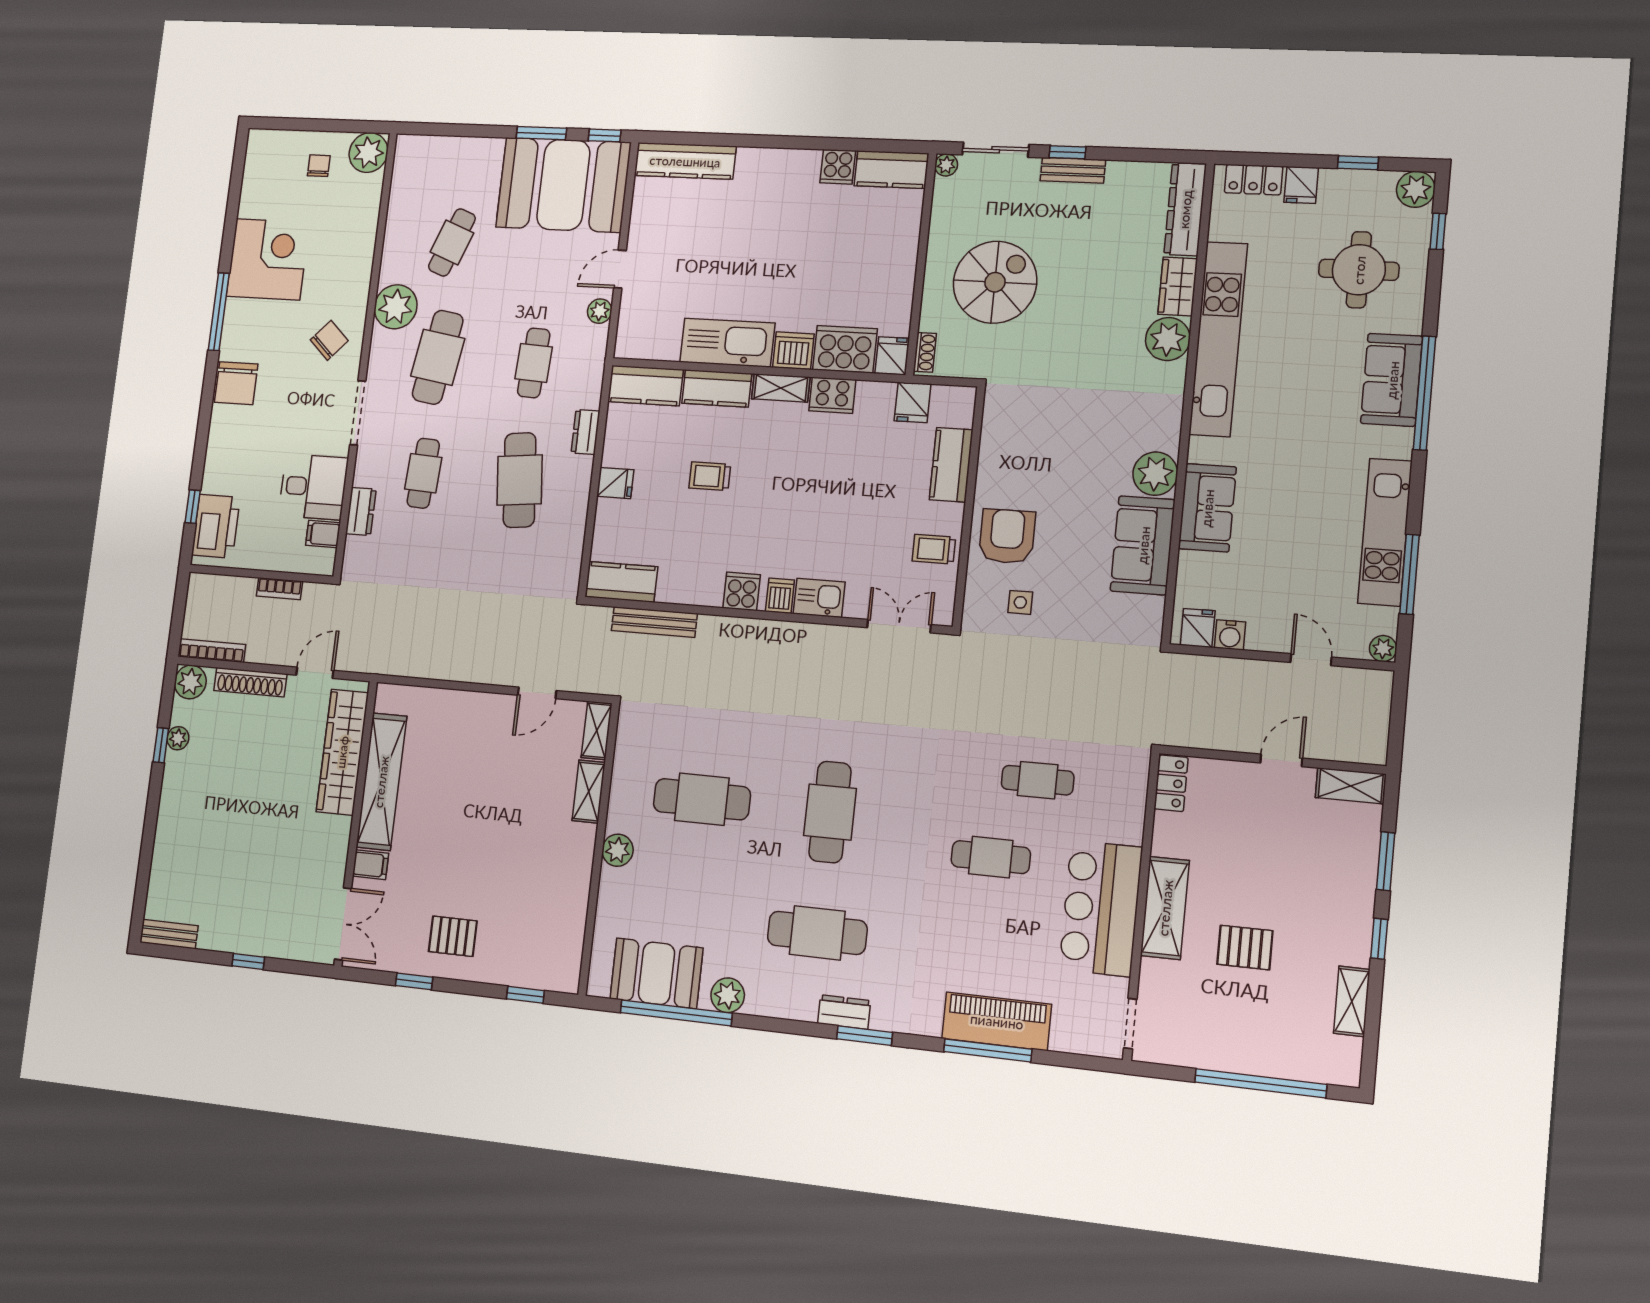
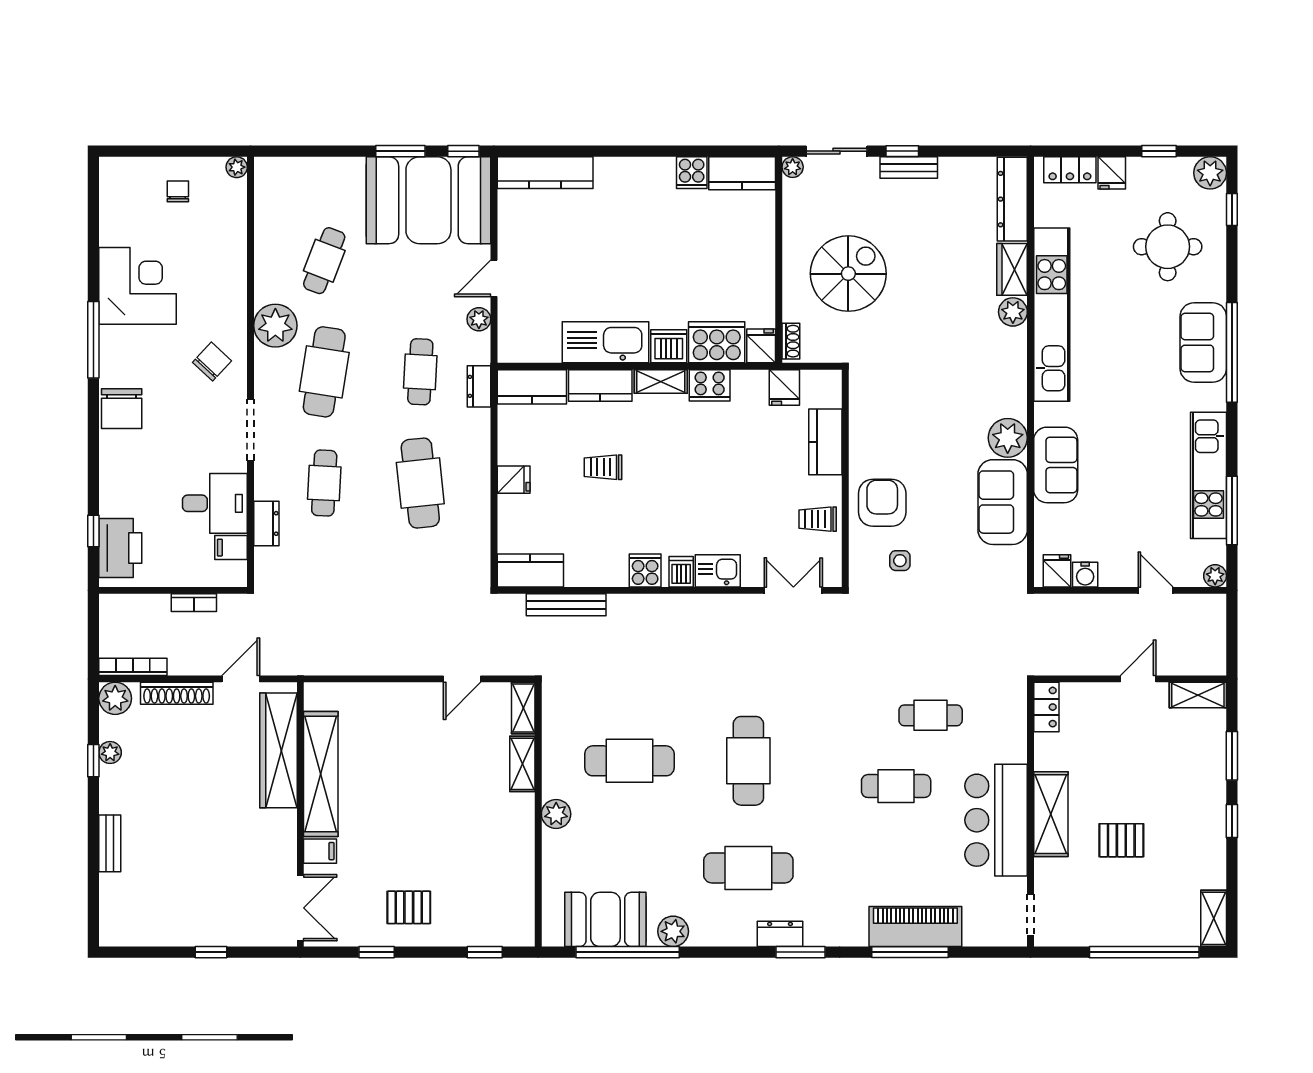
plant: (368, 153) -> (237, 167), width x0.53, depth x0.53
plant: (1168, 339) -> (1013, 312), width x0.73, depth x0.73
dresser: (585, 432) -> (479, 386), moved
bench: (169, 934) -> (110, 843), moved, turned 90
shelving: (1352, 1001) -> (1214, 918), moved

